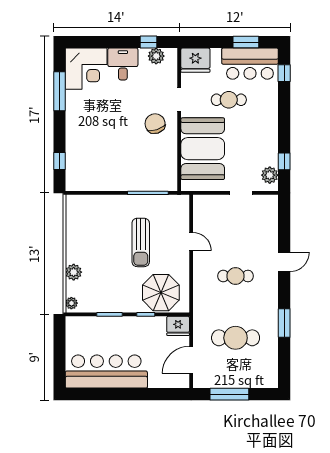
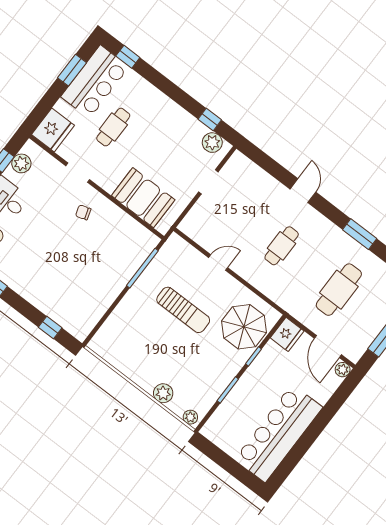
chair: (155, 124) -> (83, 212), width x0.54, depth x0.54
booth: (203, 149) -> (143, 198), width x0.73, depth x0.70
plant: (183, 382) -> (343, 370), added

